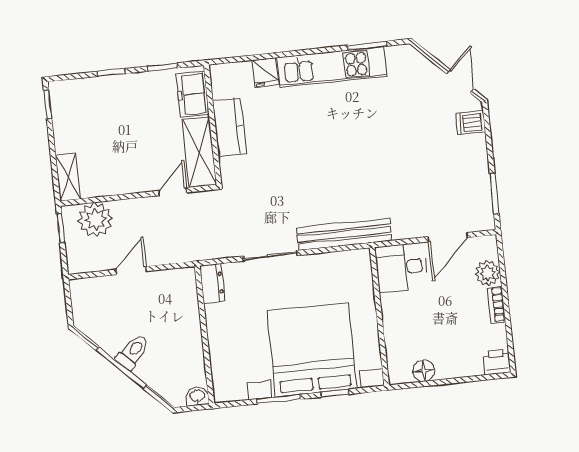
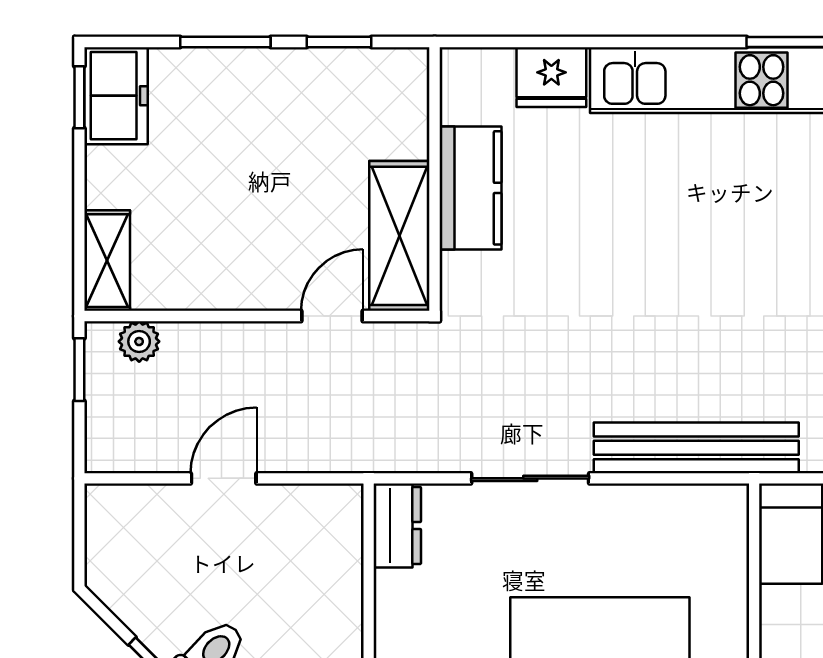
fridge: (265, 72) -> (551, 77), width x1.38
window: (111, 73) -> (225, 42), width x1.50
freezer: (193, 94) -> (116, 96), moved, turned 180
plant: (95, 220) -> (139, 342), width x0.53, depth x0.53

